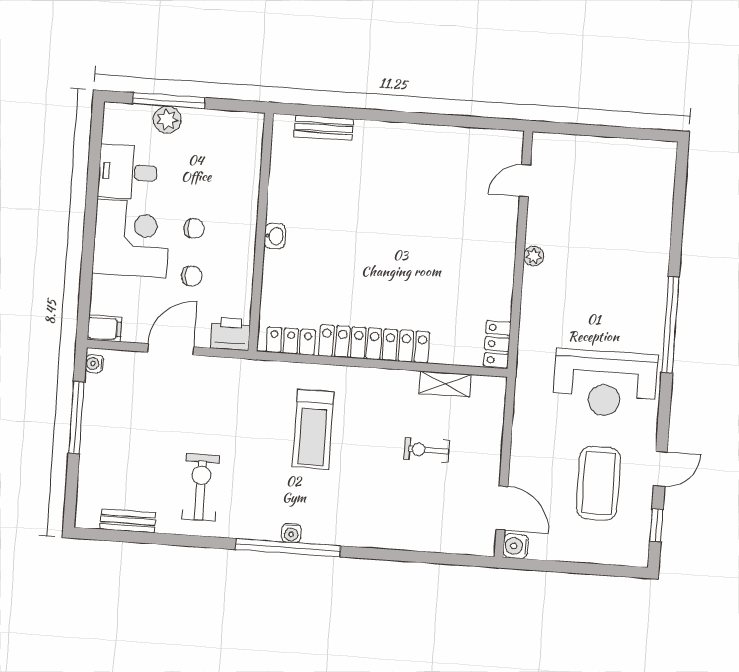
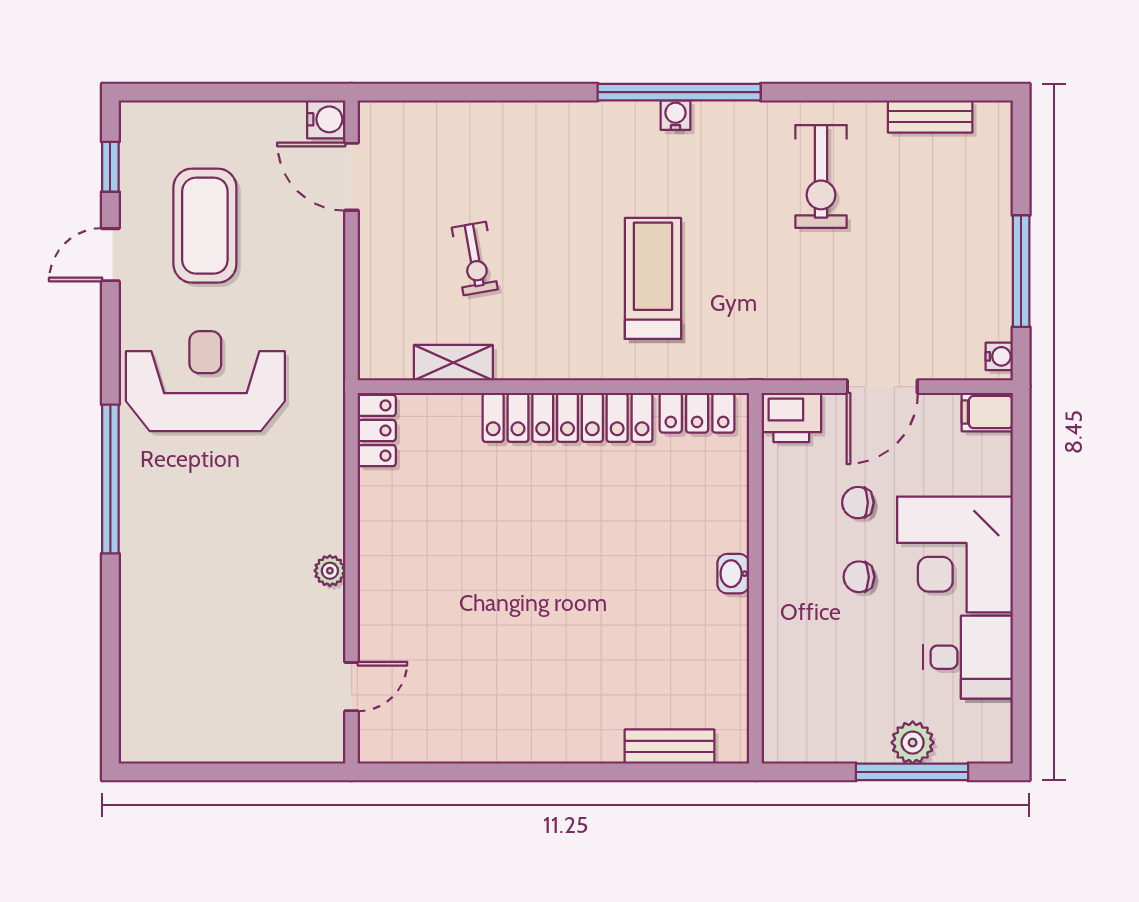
exercise bike: (427, 450) -> (475, 259), turned 80

